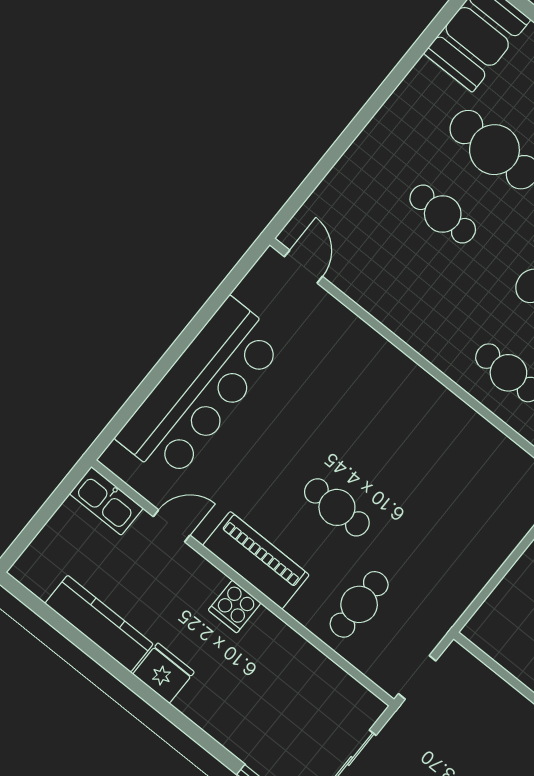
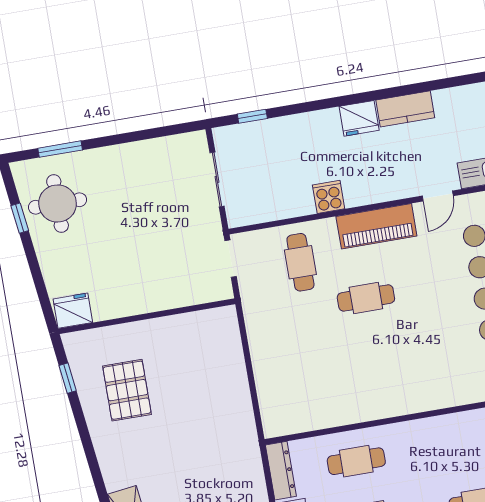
cooker: (235, 606) -> (329, 197), moved
kitchen counter: (99, 624) -> (405, 109), width x0.67

